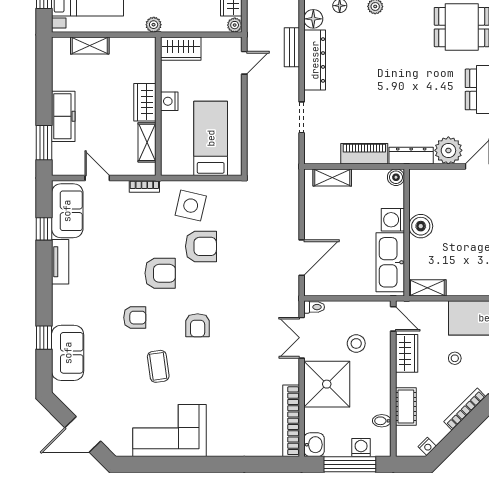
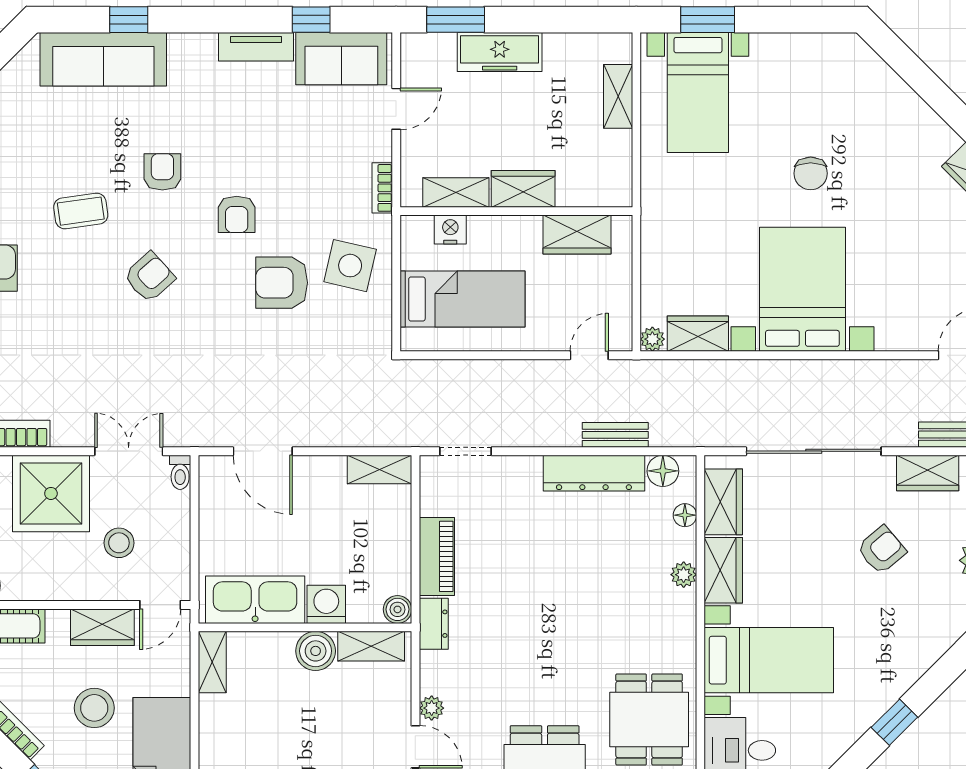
plant: (154, 25) -> (653, 203), removed
wardrobe: (181, 49) -> (577, 235), moved, turned -90
door: (244, 63) -> (589, 355), swing flipped
nightstand: (169, 101) -> (450, 230), moved
doorway: (302, 117) -> (465, 451), moved
plant: (448, 150) -> (432, 708), width x0.53, depth x0.53
dresser: (411, 156) -> (434, 624), width x0.70
shelving: (332, 177) -> (379, 470), moved, turned 90
shelving: (418, 193) -> (371, 646), added
armchair: (201, 246) -> (282, 283), turned 90
armchair: (160, 273) -> (237, 214), width x0.72, depth x0.72
armchair: (135, 318) -> (162, 172), turned 180
armchair: (198, 325) -> (149, 277), turned 138
sofa: (68, 353) -> (103, 59), width x1.36
stool: (455, 358) -> (94, 708), width x1.89, depth x1.89

